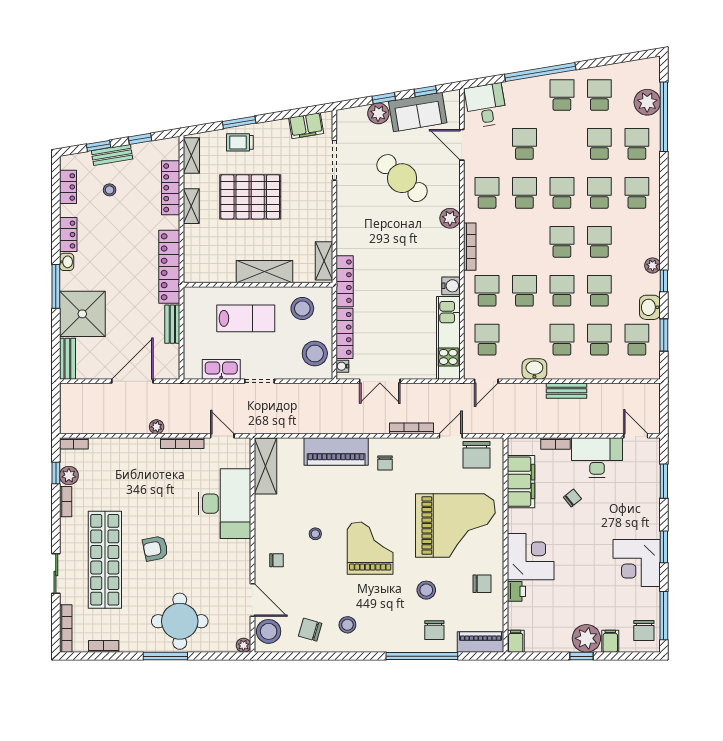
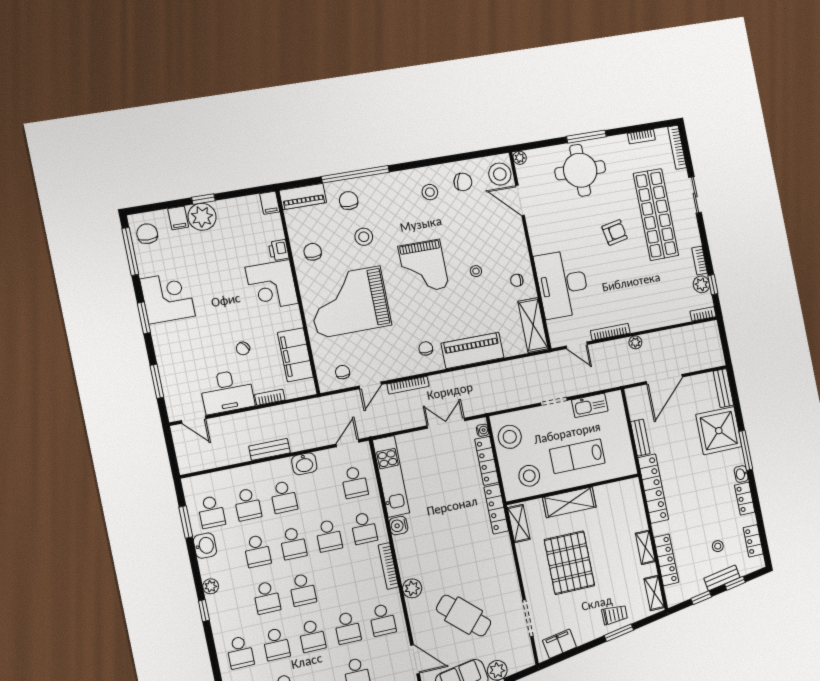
pallet: (250, 197) -> (569, 563), moved, turned 90
window: (664, 281) -> (204, 611), moved
chair: (476, 455) -> (343, 372), width x0.54, depth x0.54
chair: (277, 560) -> (517, 280), moved
chair: (482, 584) -> (313, 252), turned 90

